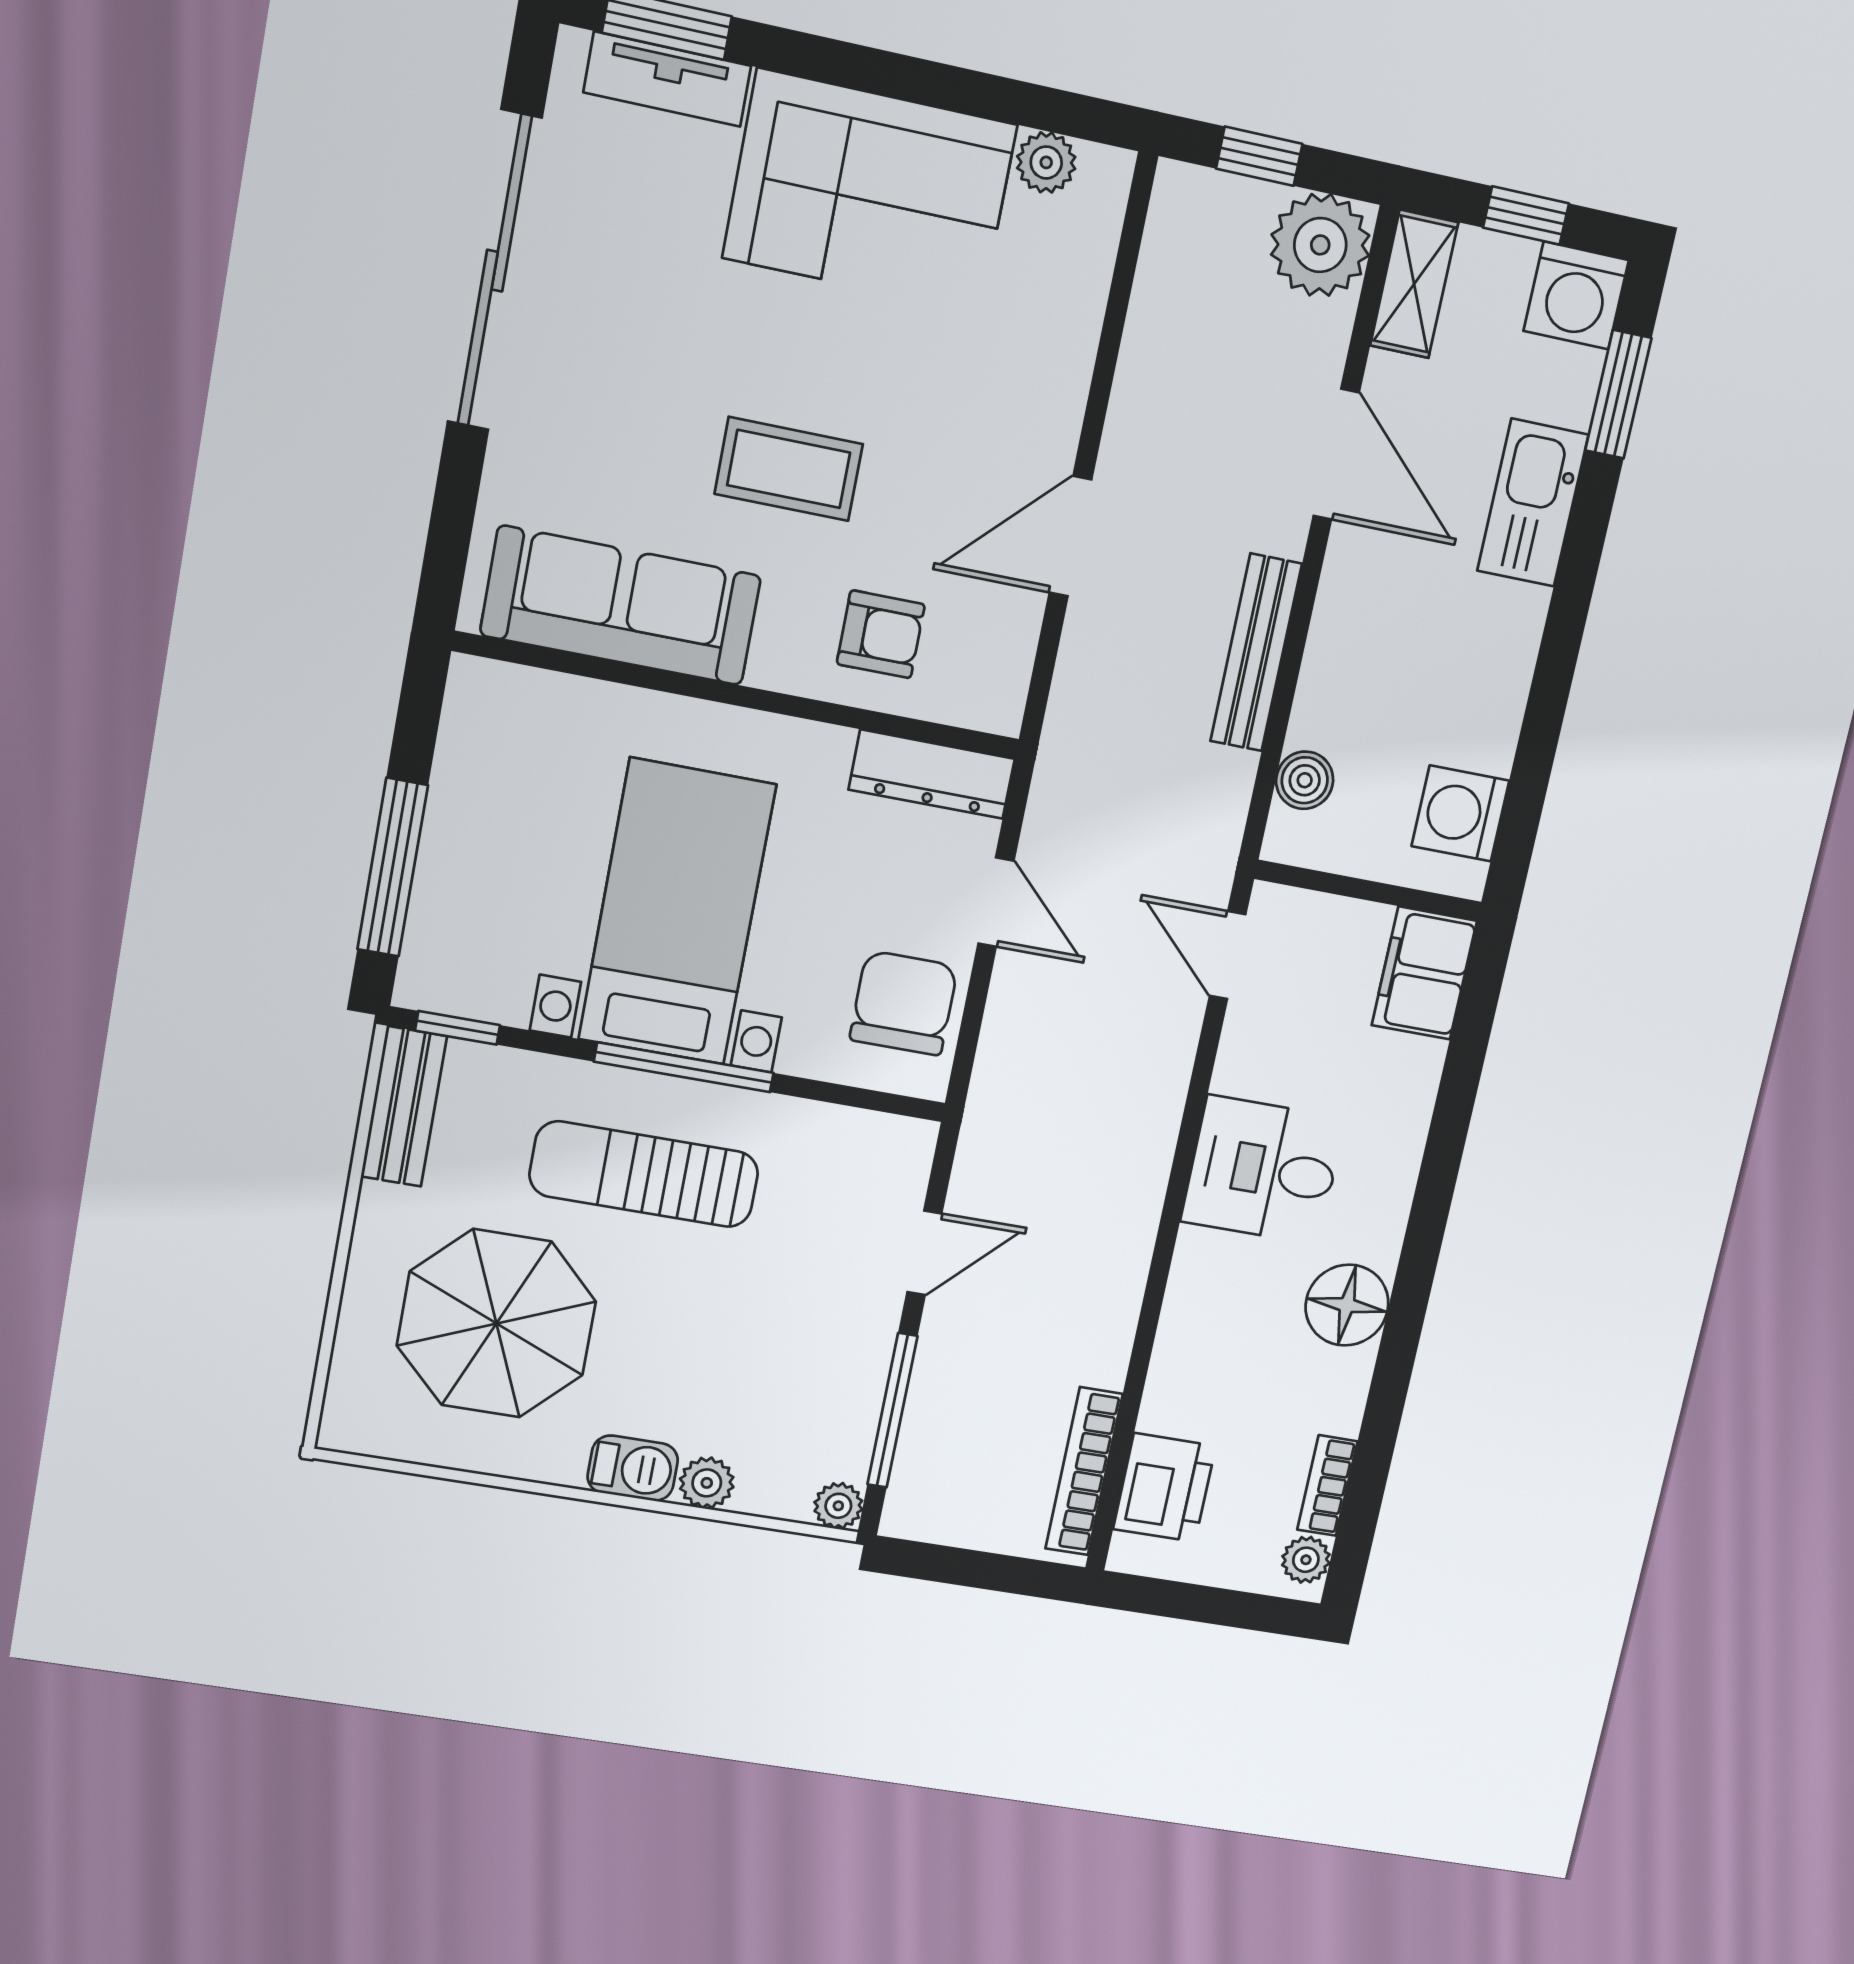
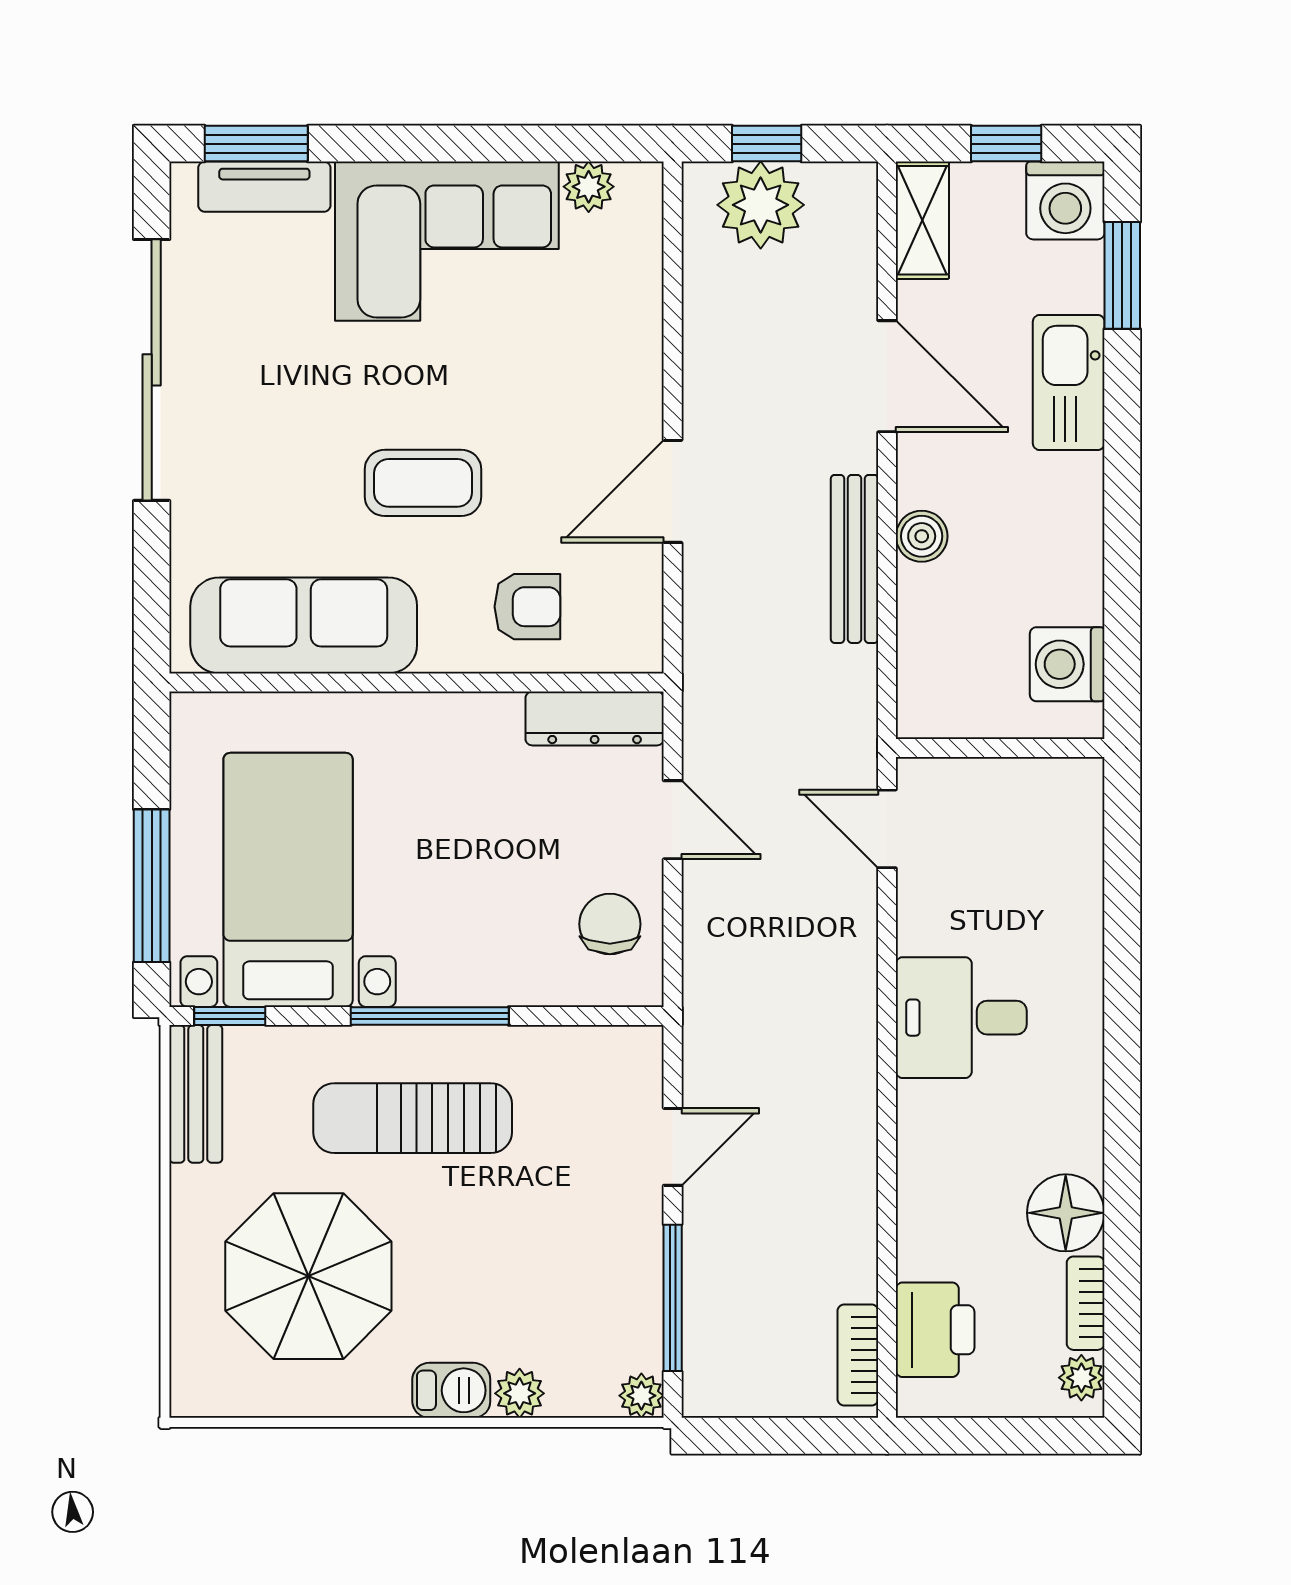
plant: (1320, 245) -> (761, 205), moved
boiler: (1305, 780) -> (922, 536), moved
bed with nightstands: (677, 912) -> (288, 880), moved
filing cabinet: (1424, 973) -> (1067, 813), removed
chair: (904, 1003) -> (610, 924), width x0.73, depth x0.73
floor lamp: (1347, 1305) -> (1066, 1213), moved
bookcase: (1084, 1471) -> (858, 1355), width x0.64

